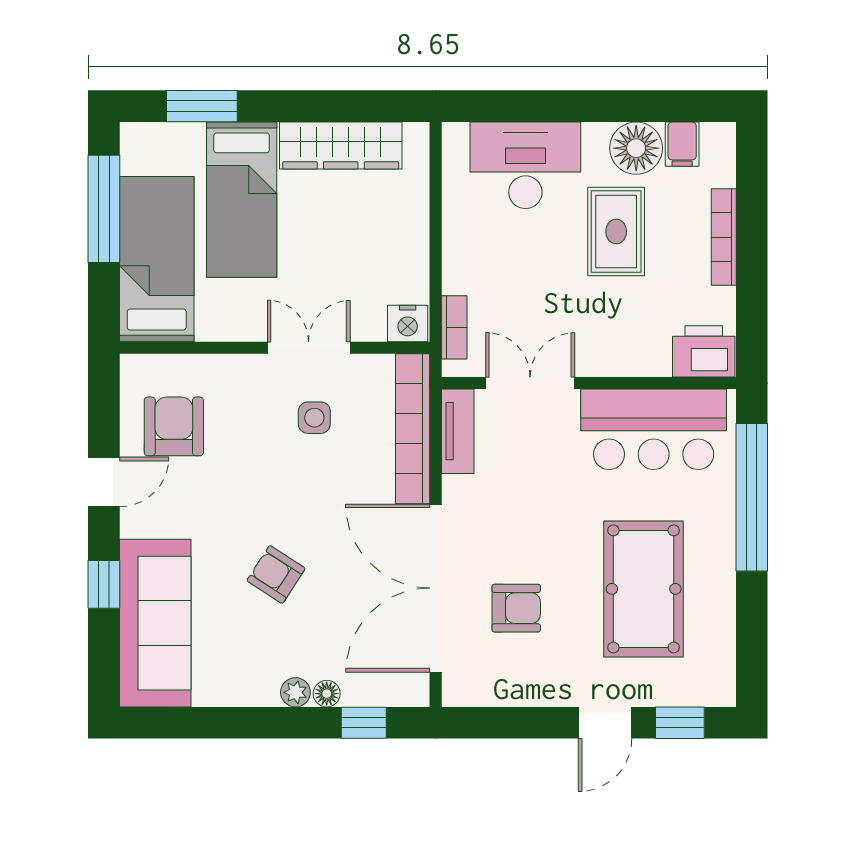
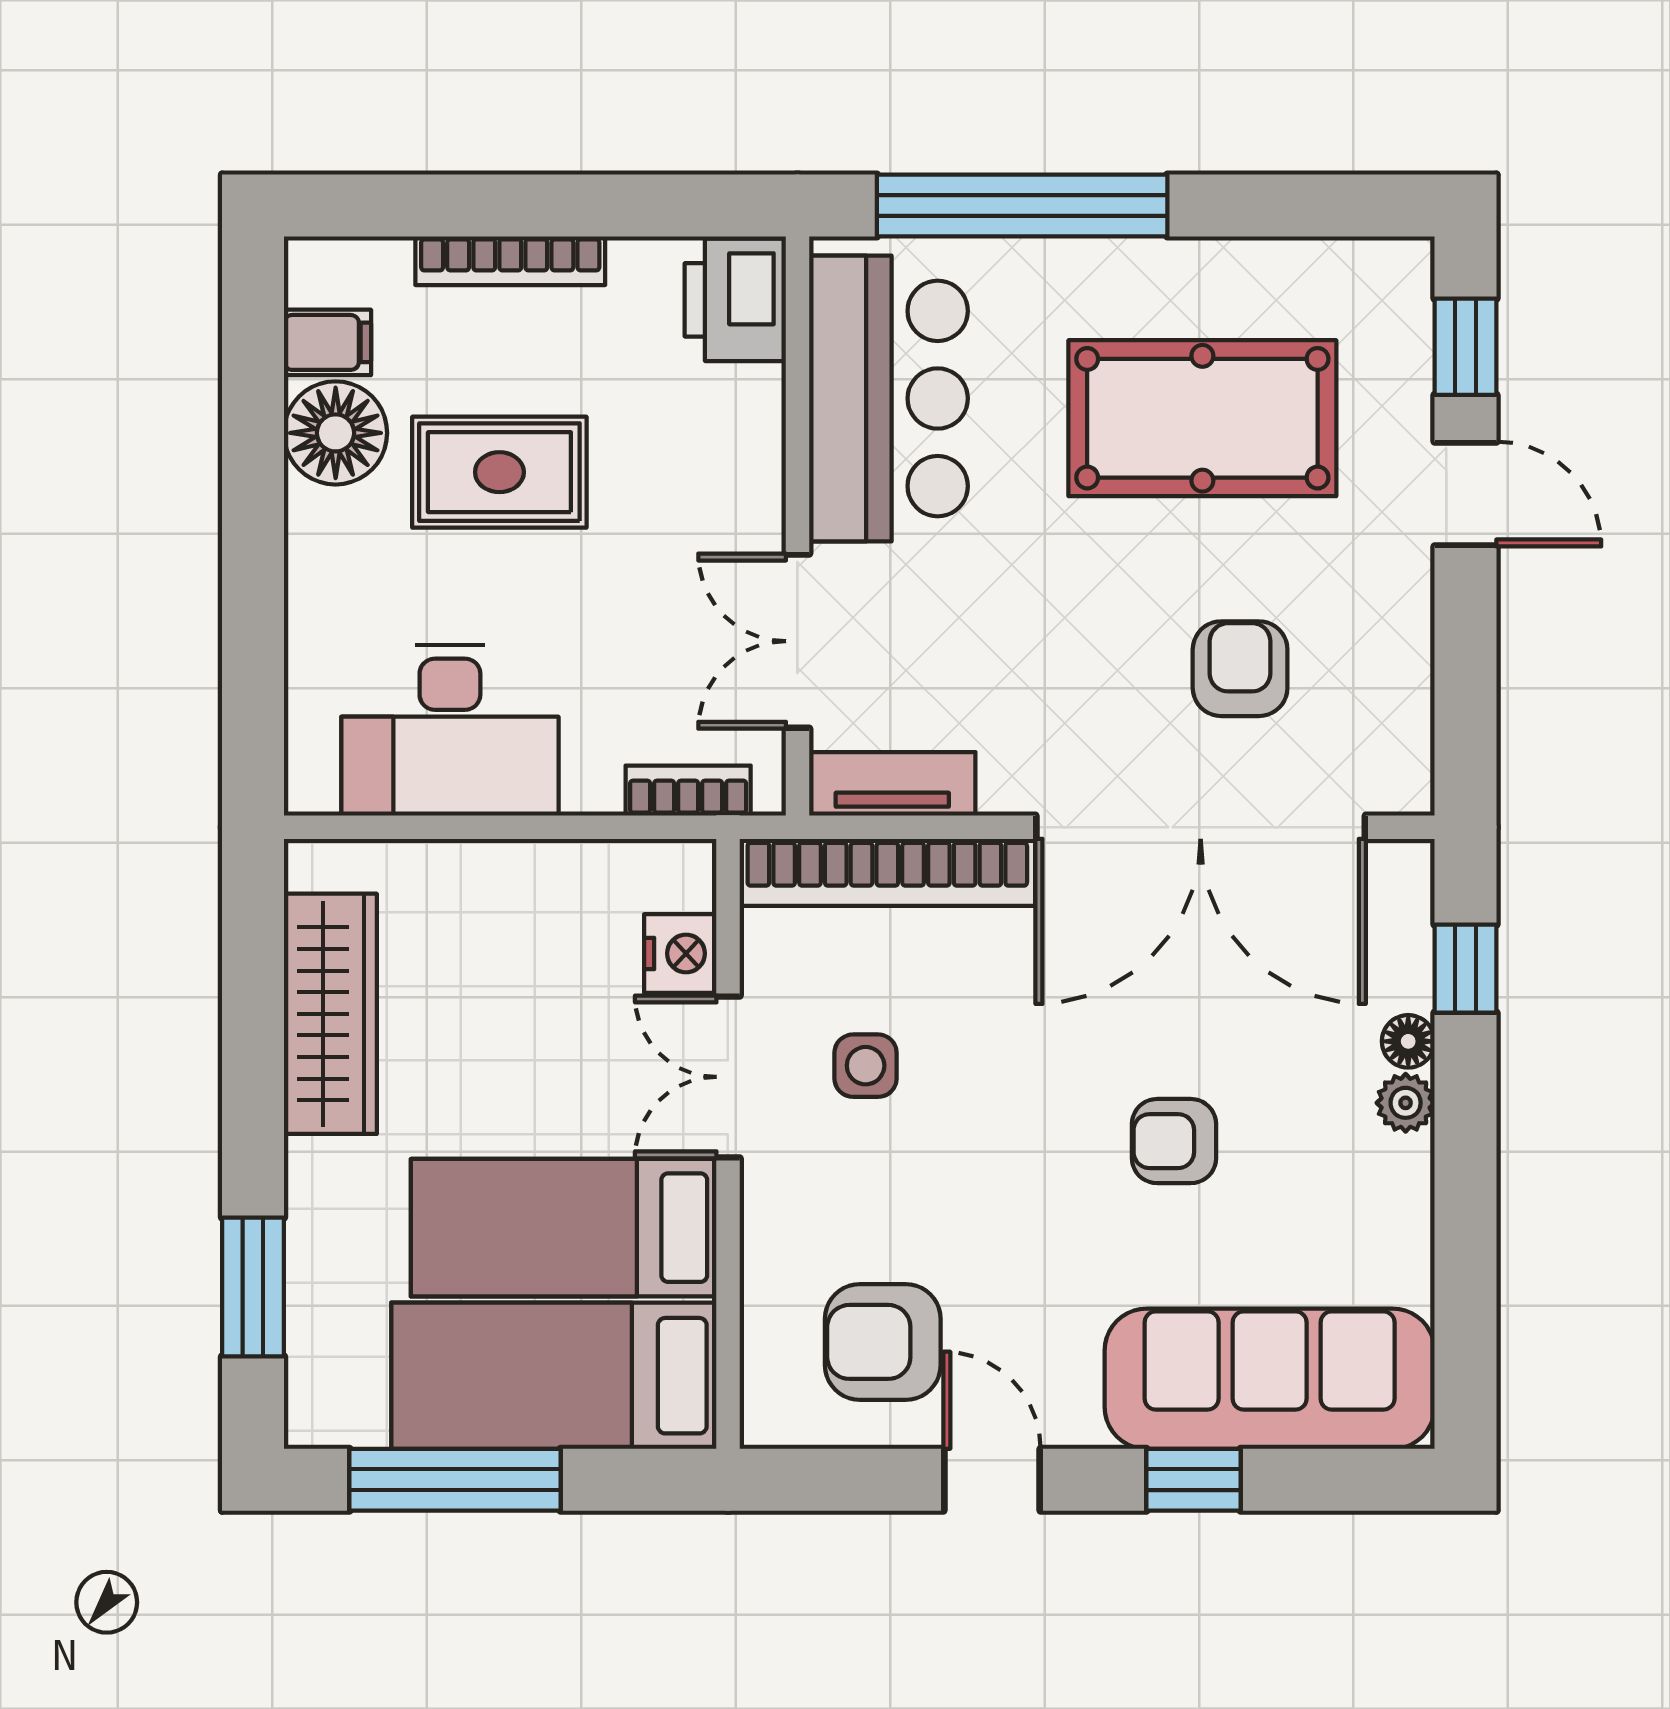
desk: (525, 165) -> (450, 730), moved, turned -90
bed: (242, 200) -> (564, 1228), moved, turned 180
nightstand: (408, 323) -> (680, 953), moved
armchair: (276, 574) -> (1174, 1141), turned 57

